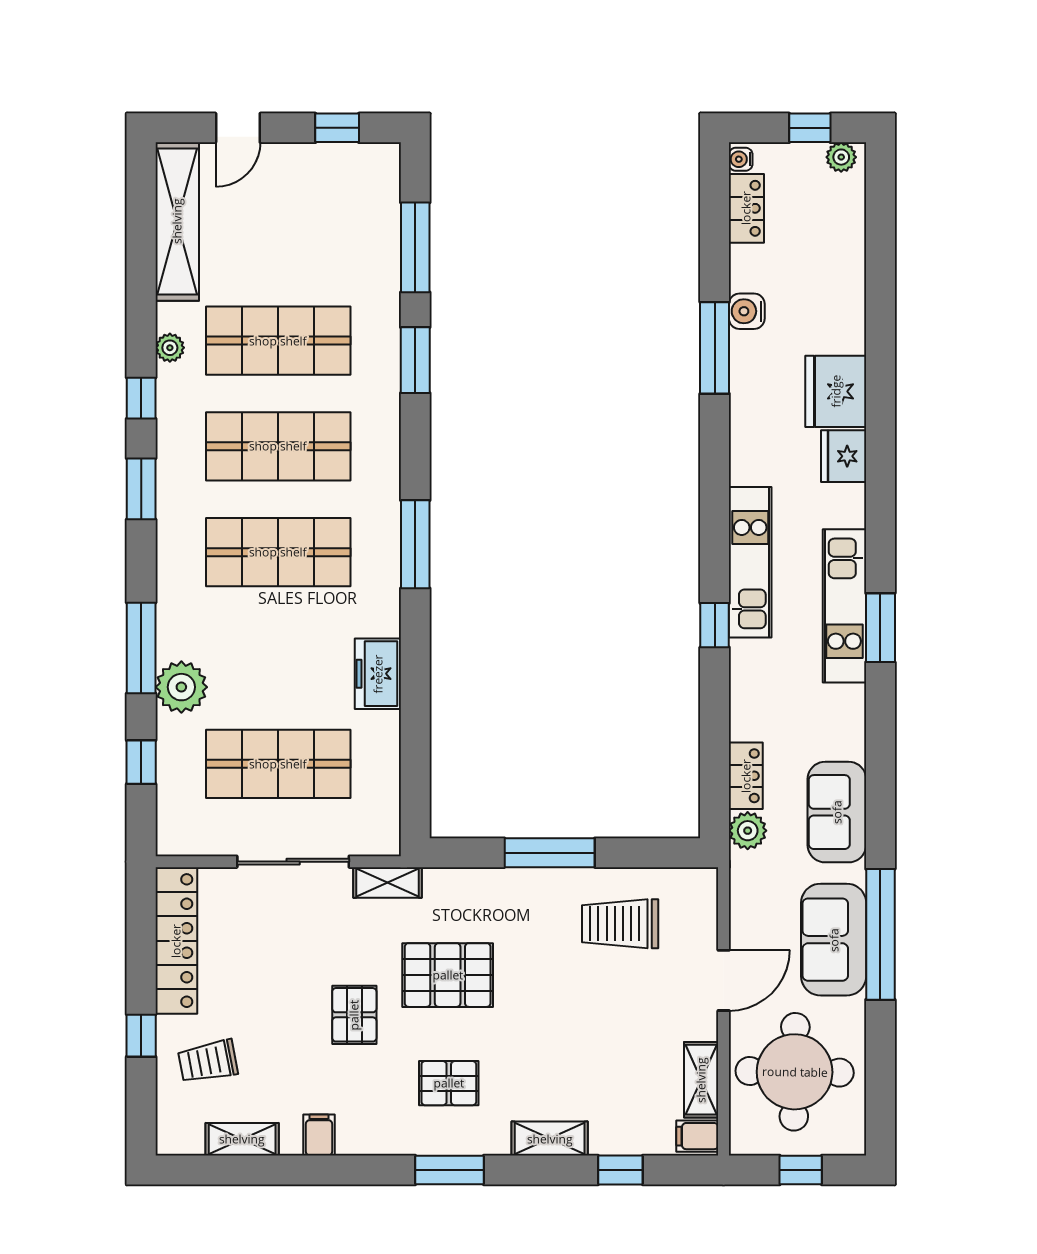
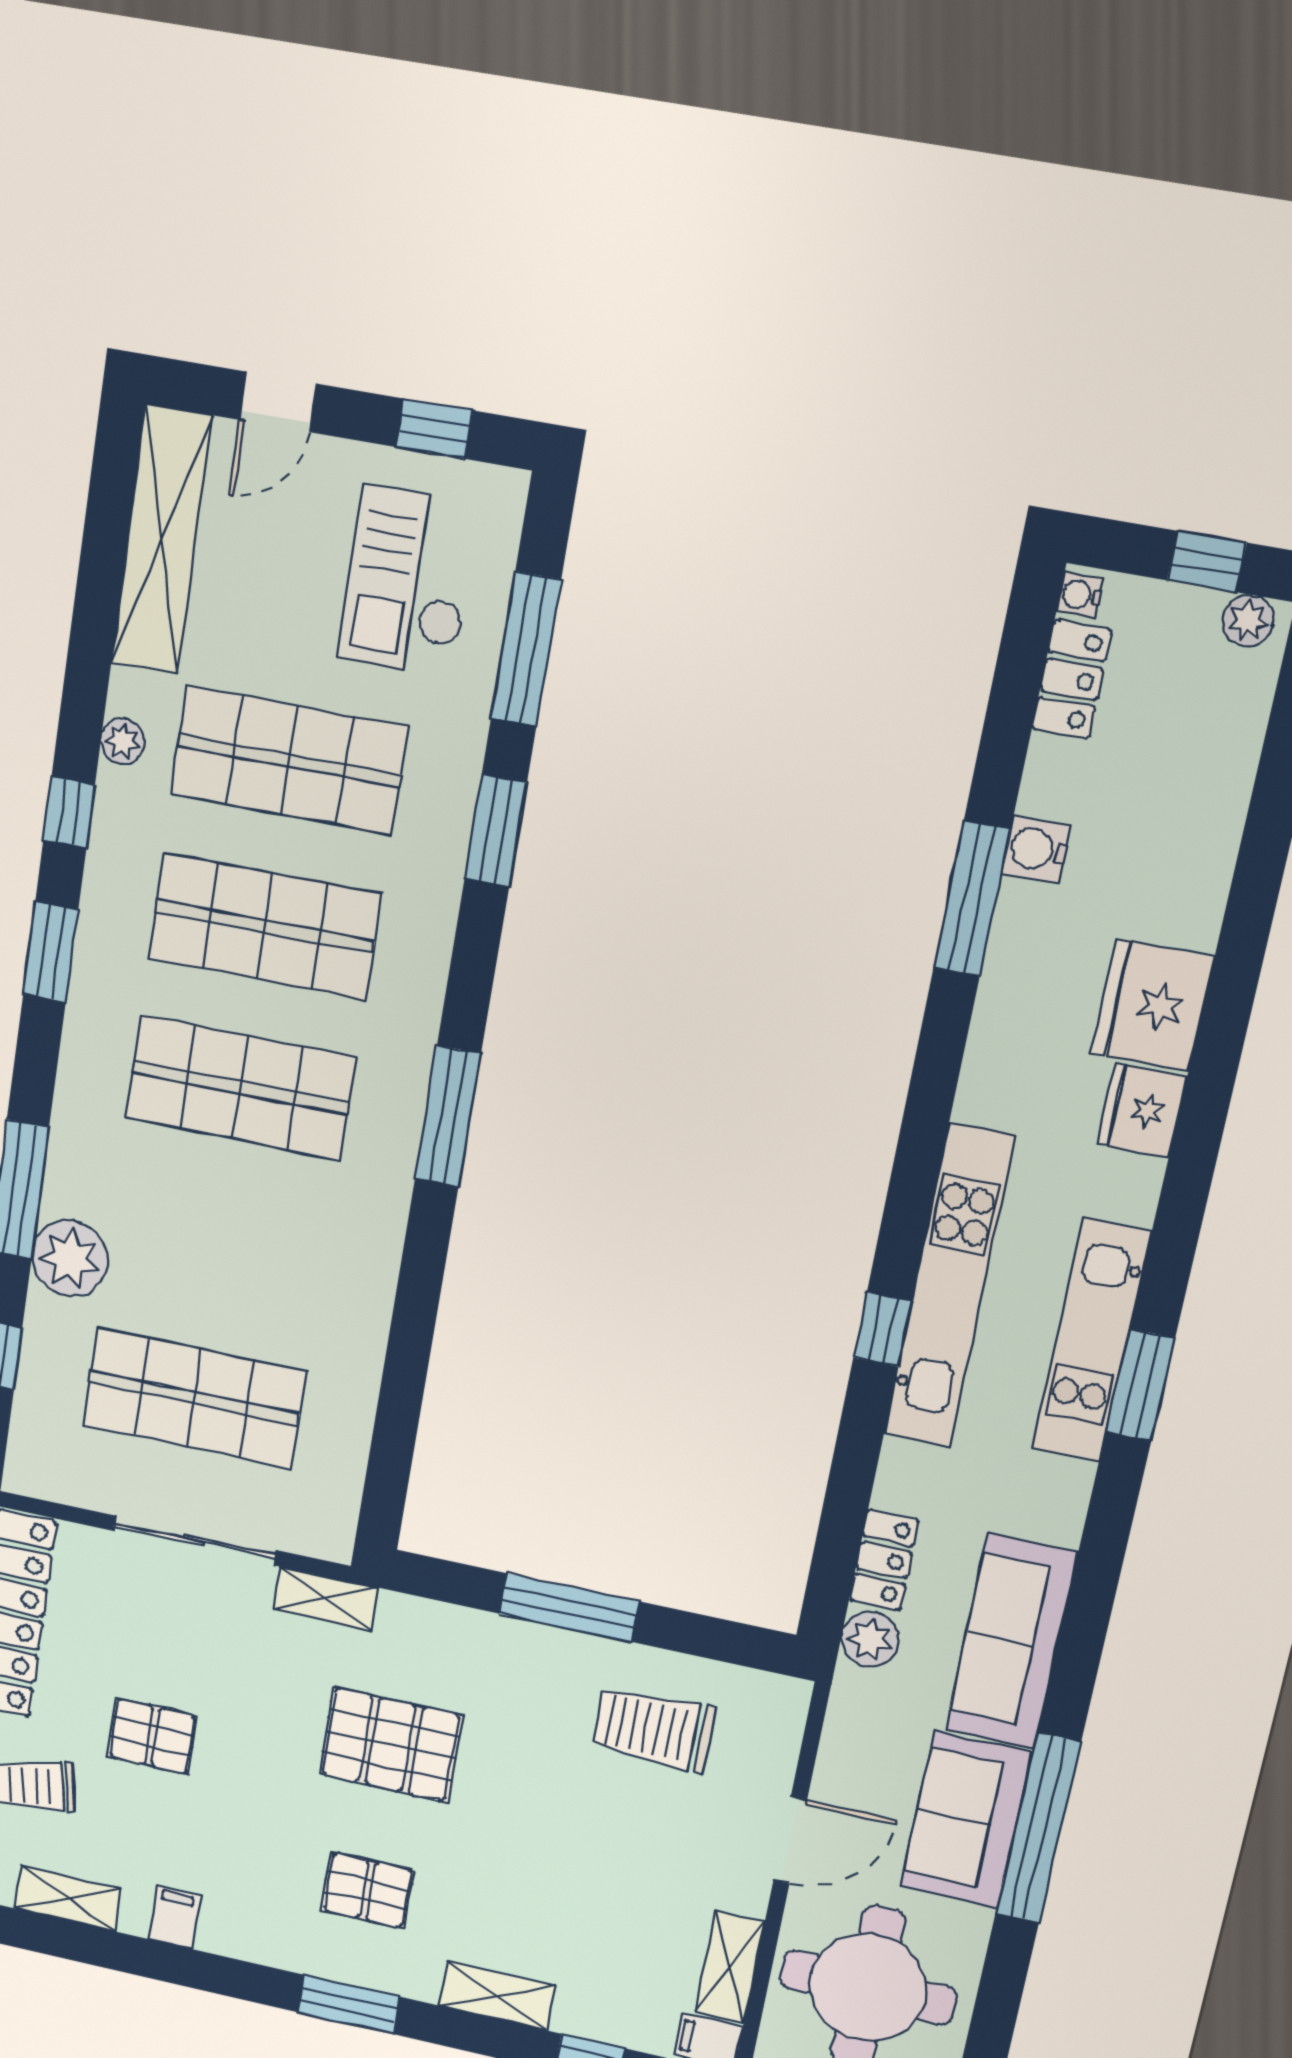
checkout: (336, 220) -> (408, 581), added
kitchen unit: (750, 562) -> (949, 1287), width x1.36
freezer: (378, 674) -> (360, 1298), removed
sofa: (837, 812) -> (1011, 1641), width x1.36
pallet: (354, 1015) -> (152, 1736), moved, turned 90

